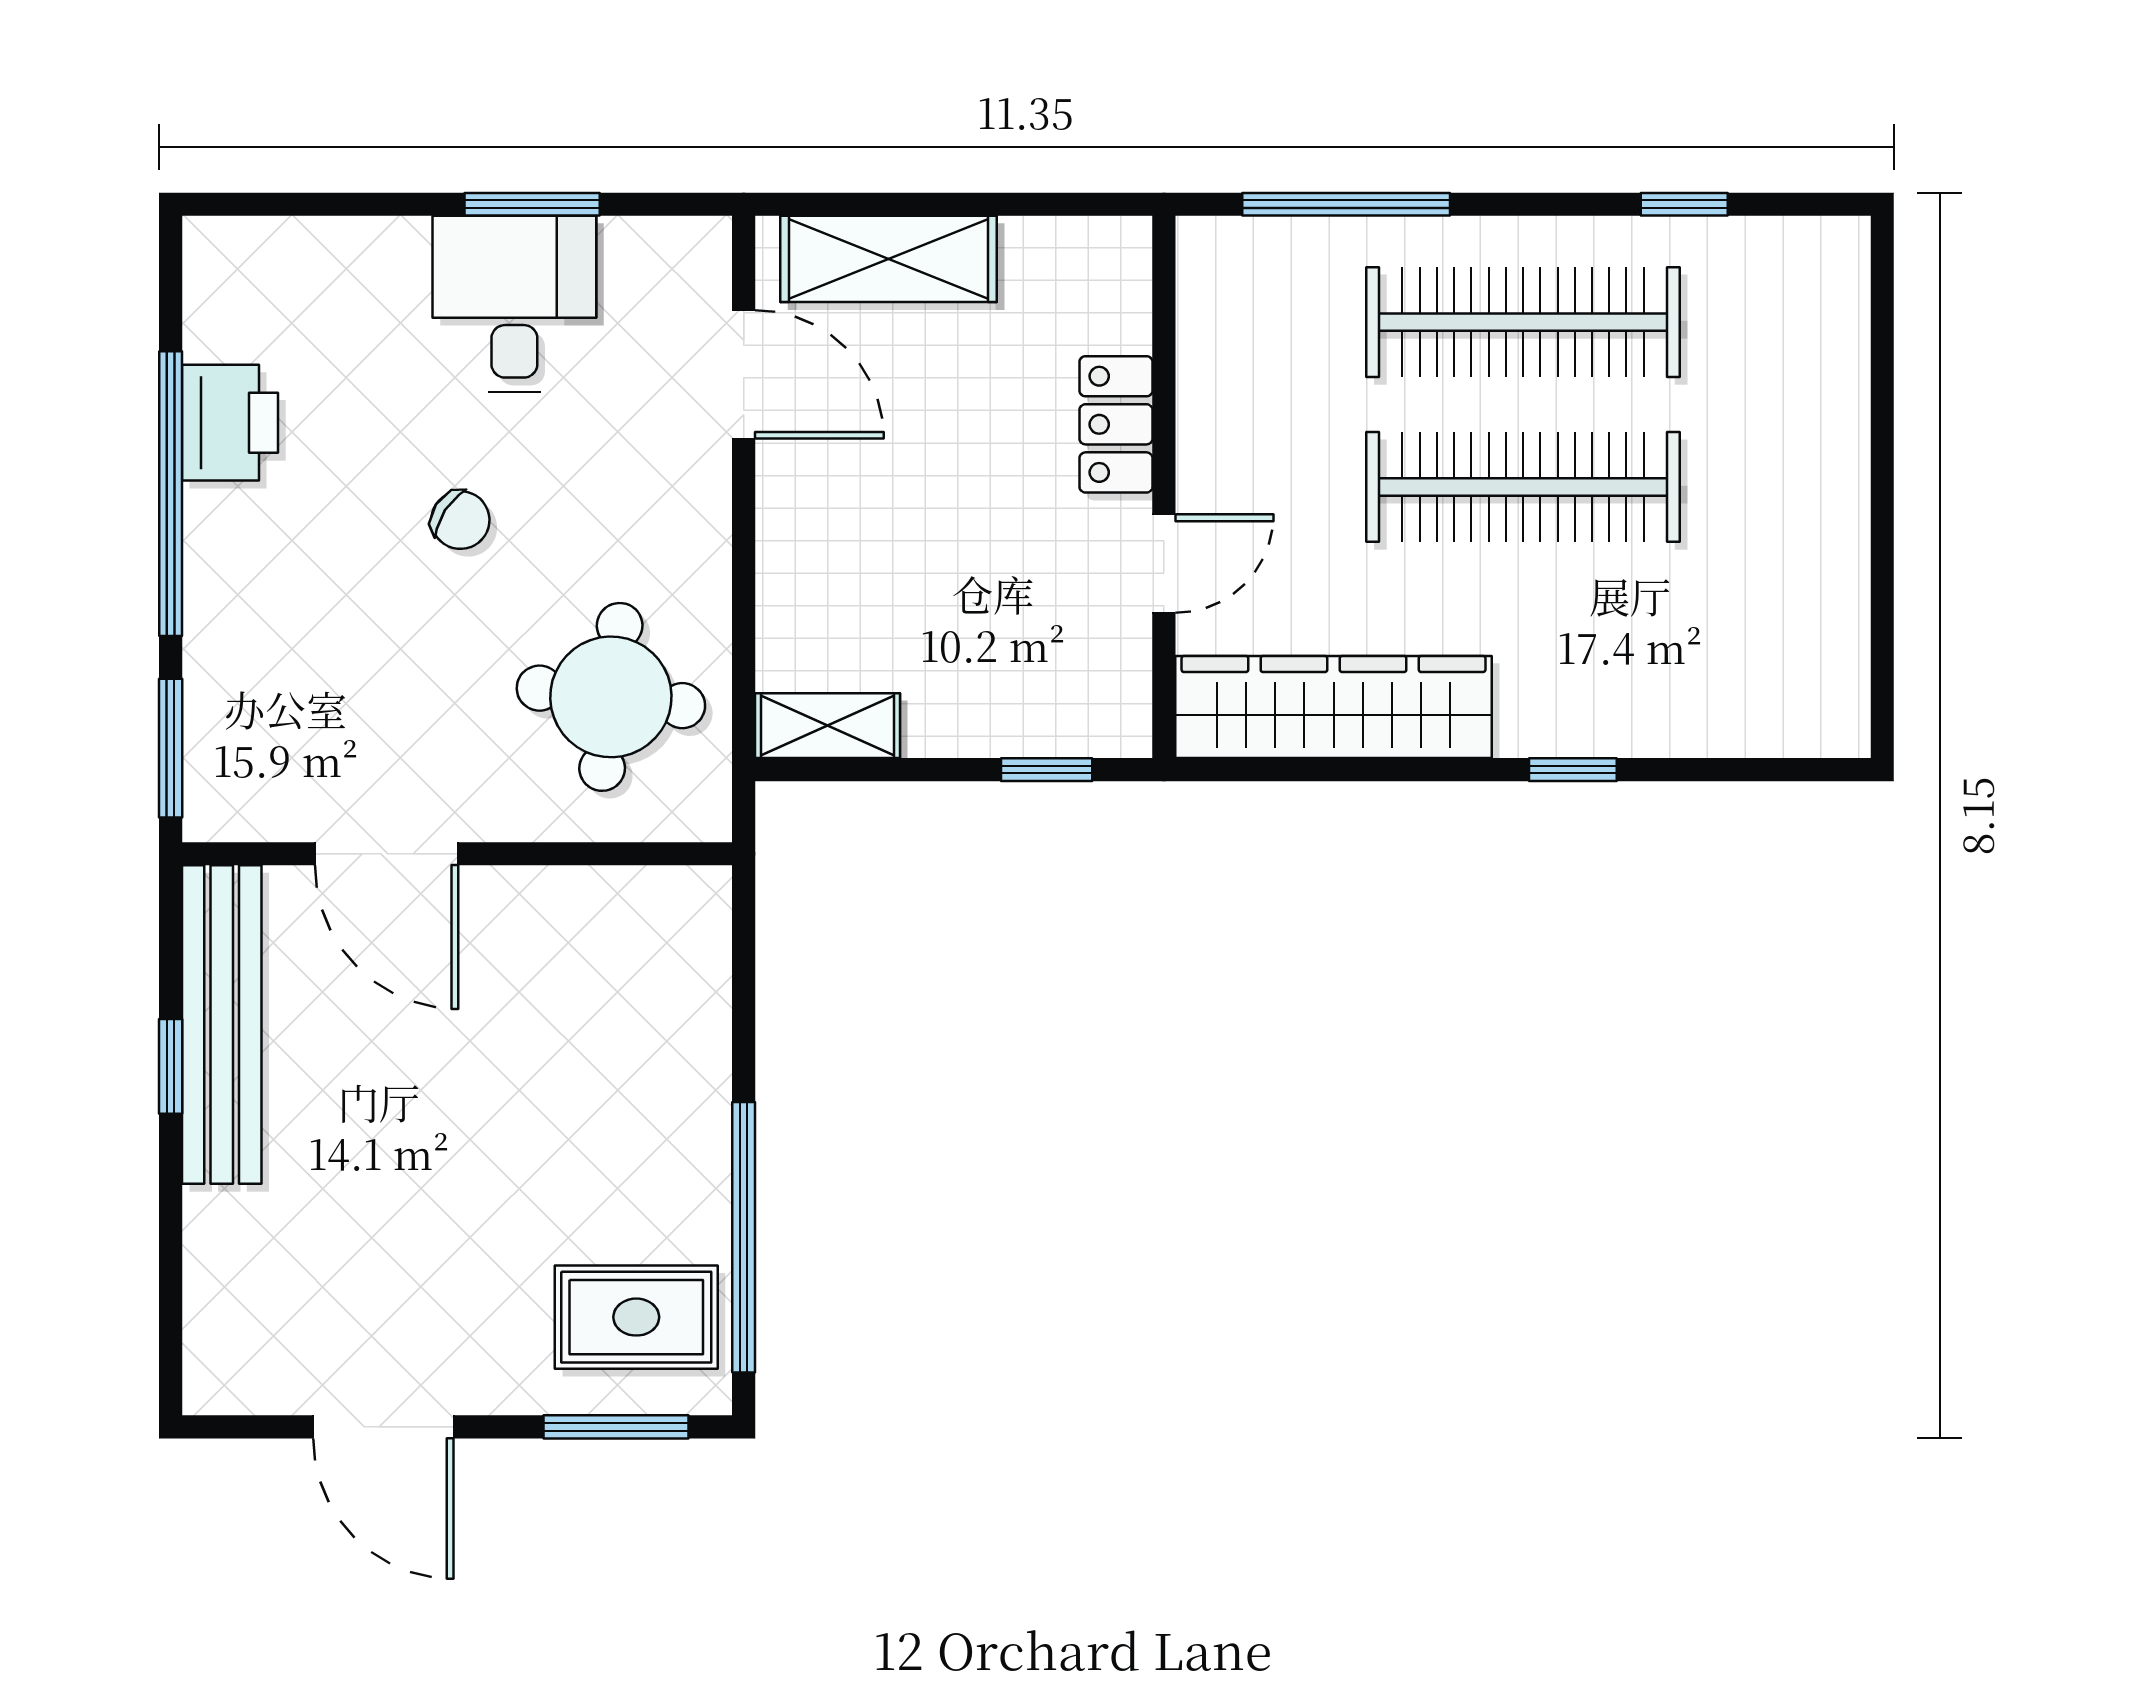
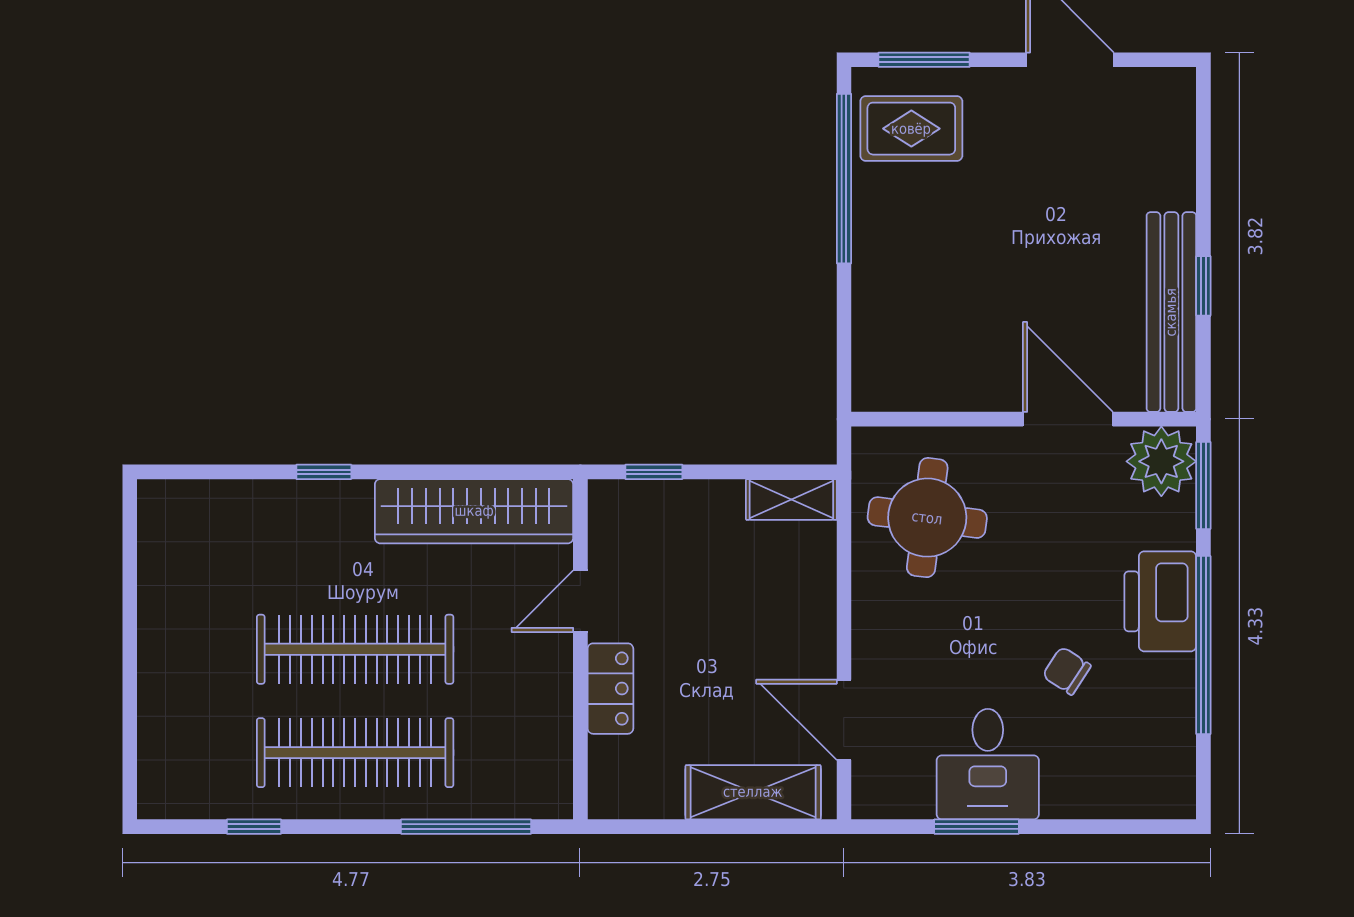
printer: (230, 423) -> (1160, 601), moved, width x1.37, depth x1.19
chair: (460, 520) -> (1067, 671), moved
plant: (238, 787) -> (1161, 461), added

